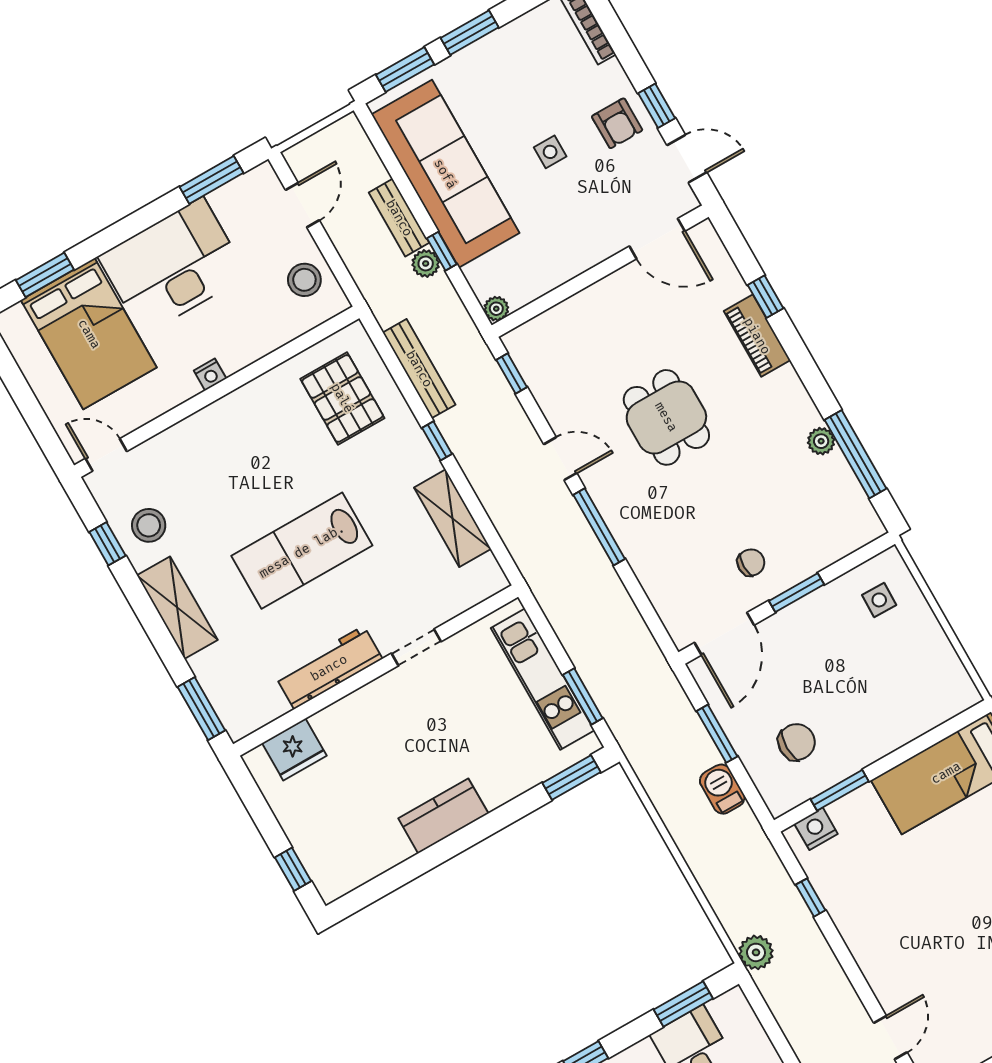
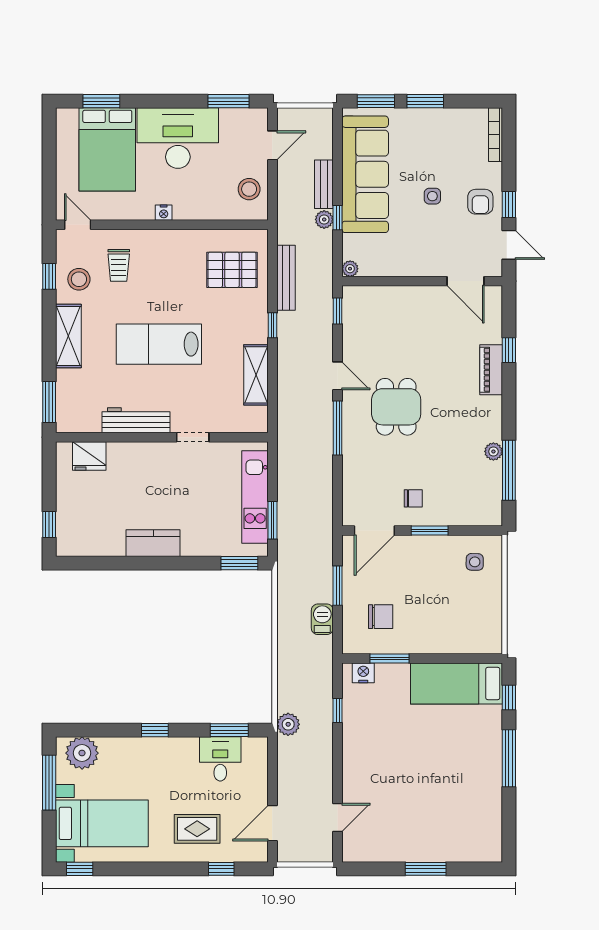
pallet: (342, 398) -> (232, 270), turned 90
dining table: (666, 417) -> (396, 407), moved
trolley: (191, 477) -> (119, 265), added

